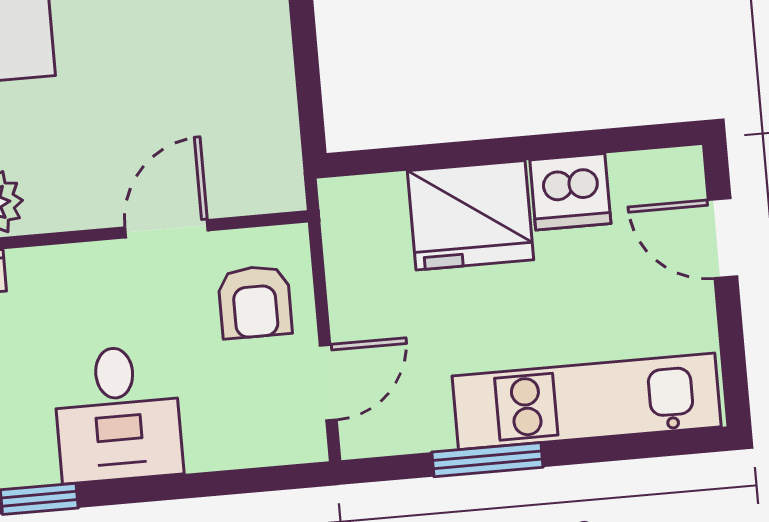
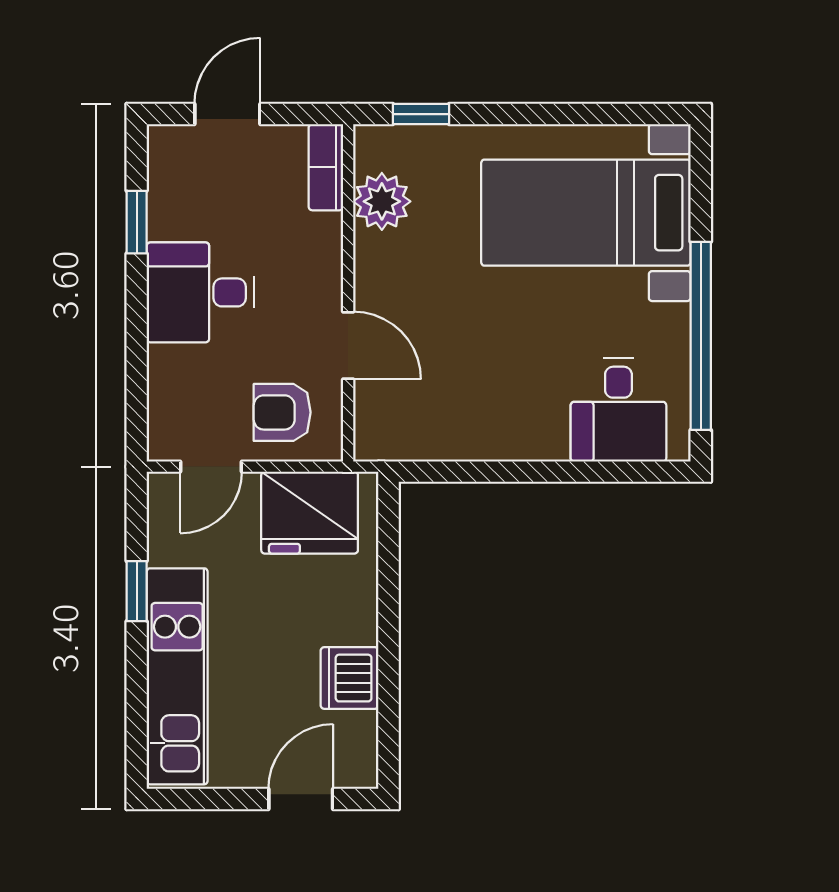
fridge: (470, 215) -> (310, 513), moved, turned -90
door: (328, 382) -> (211, 467), hinge flipped
window: (487, 460) -> (137, 591), width x0.67

